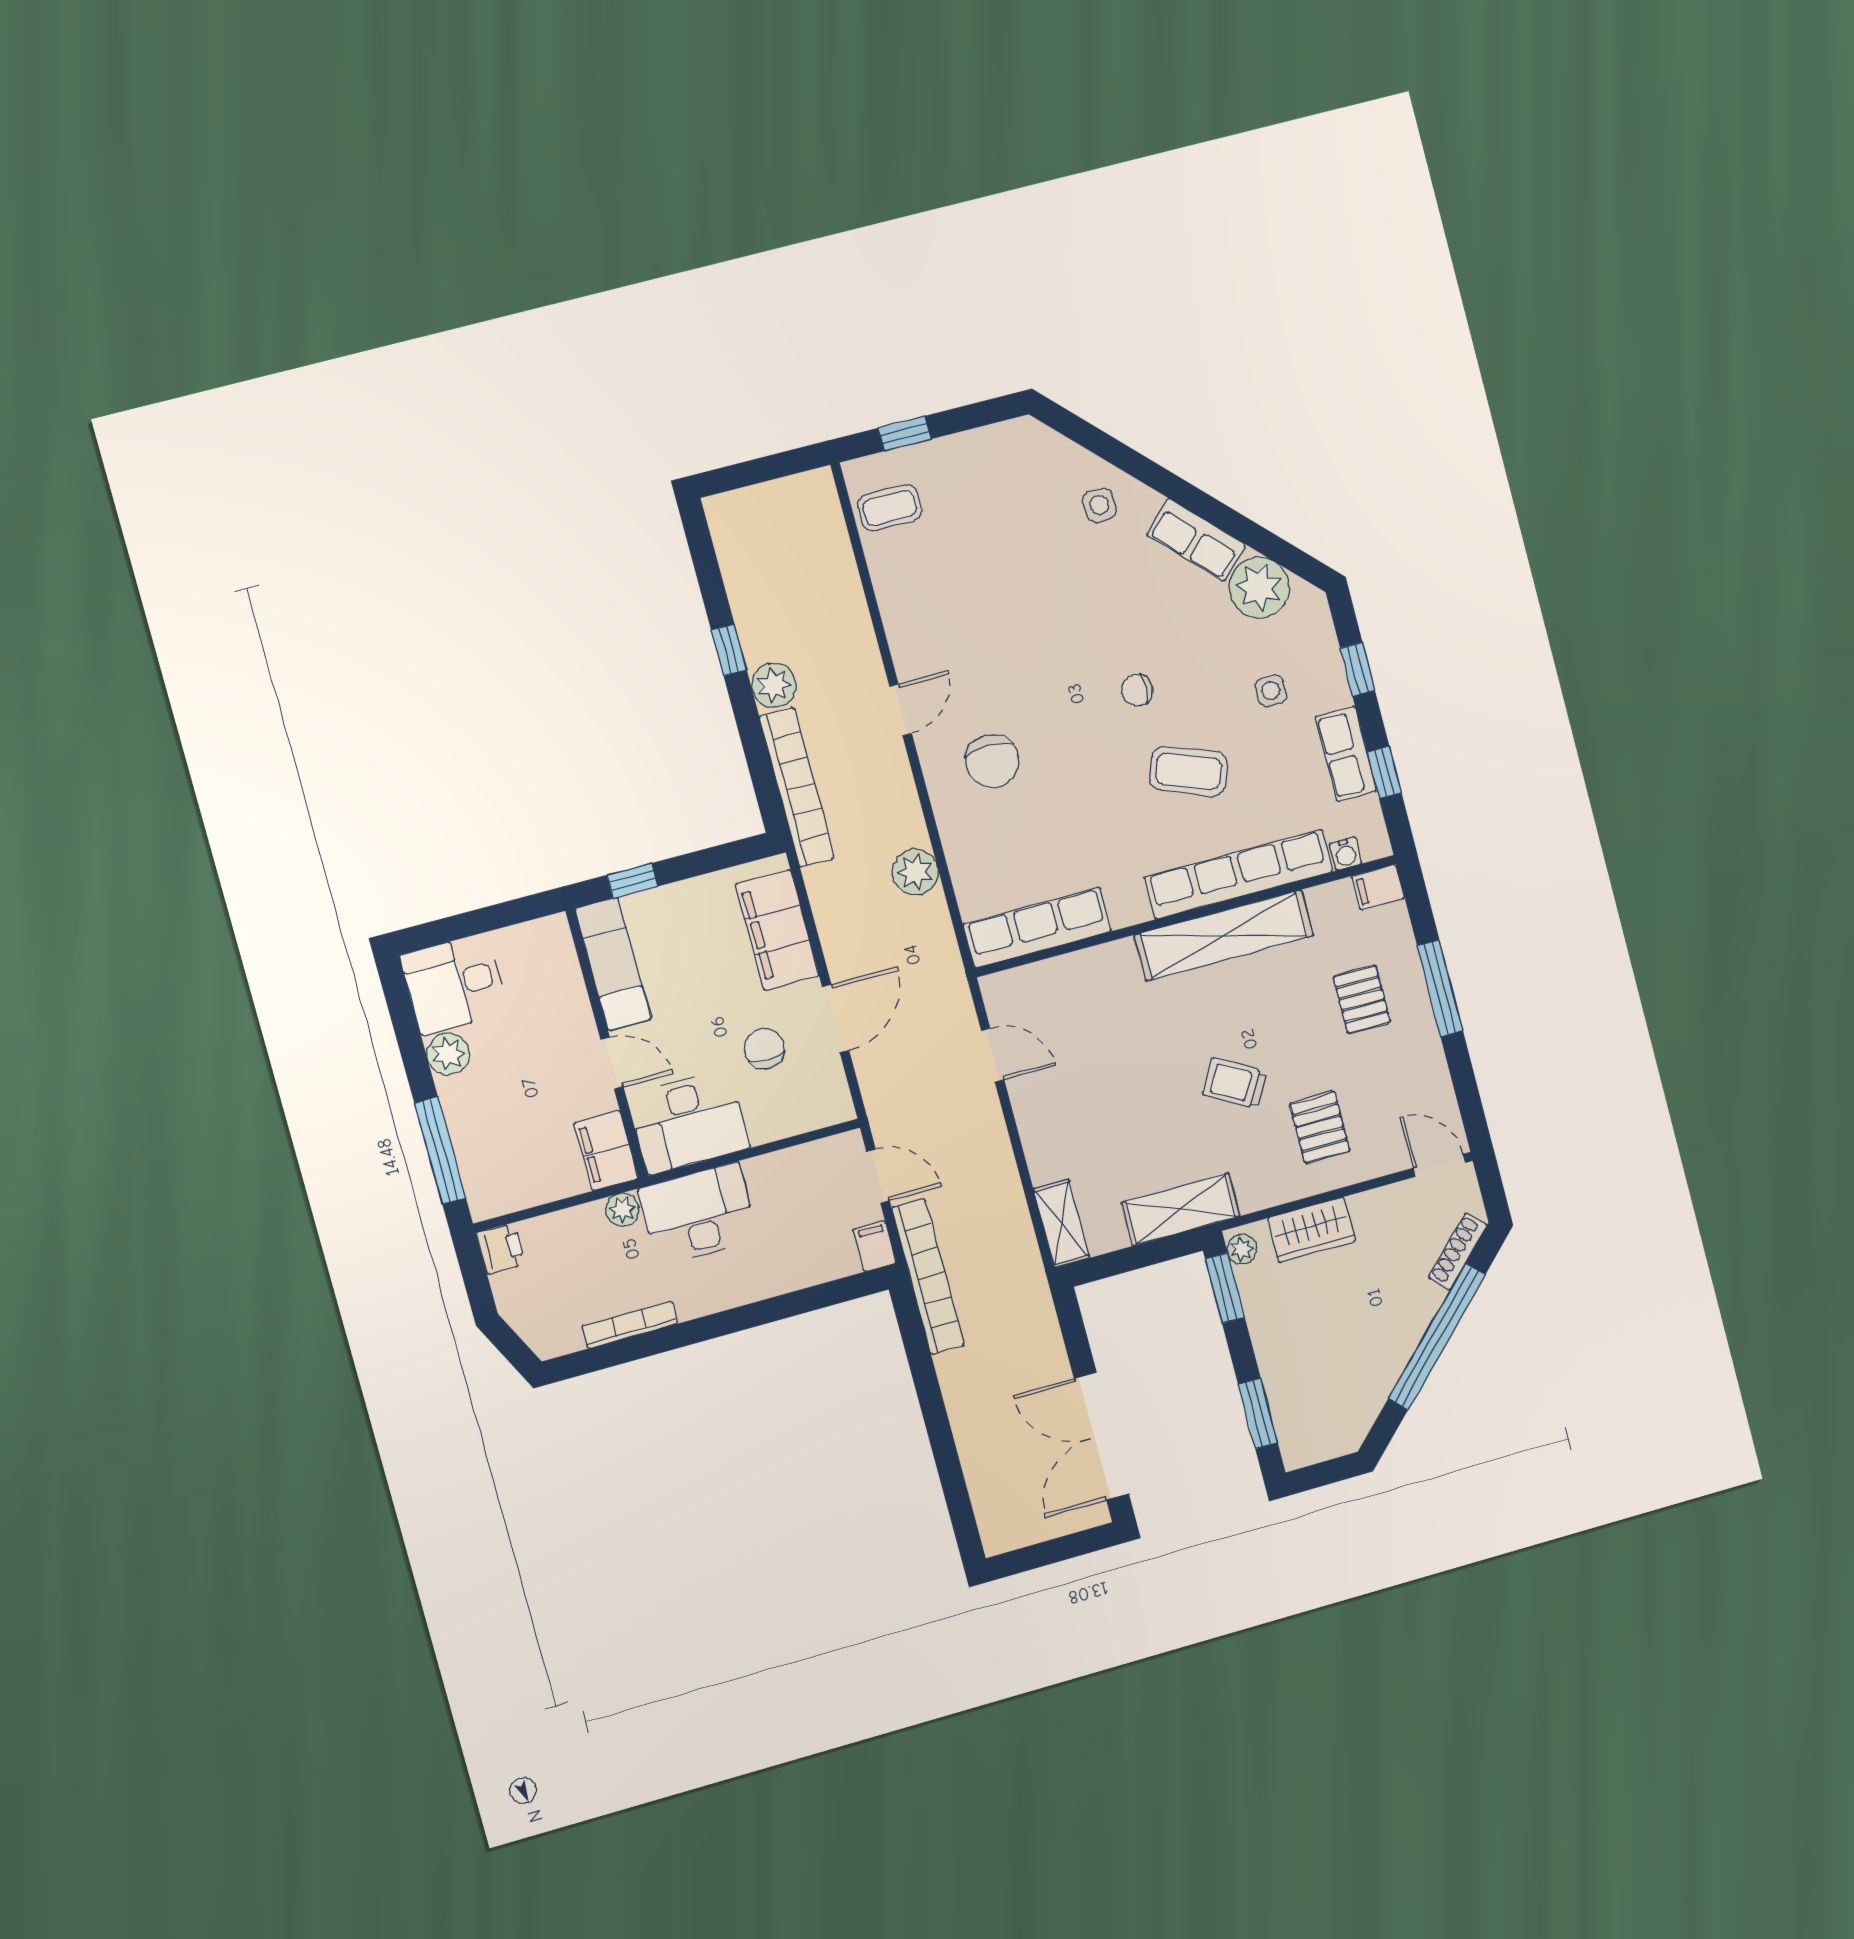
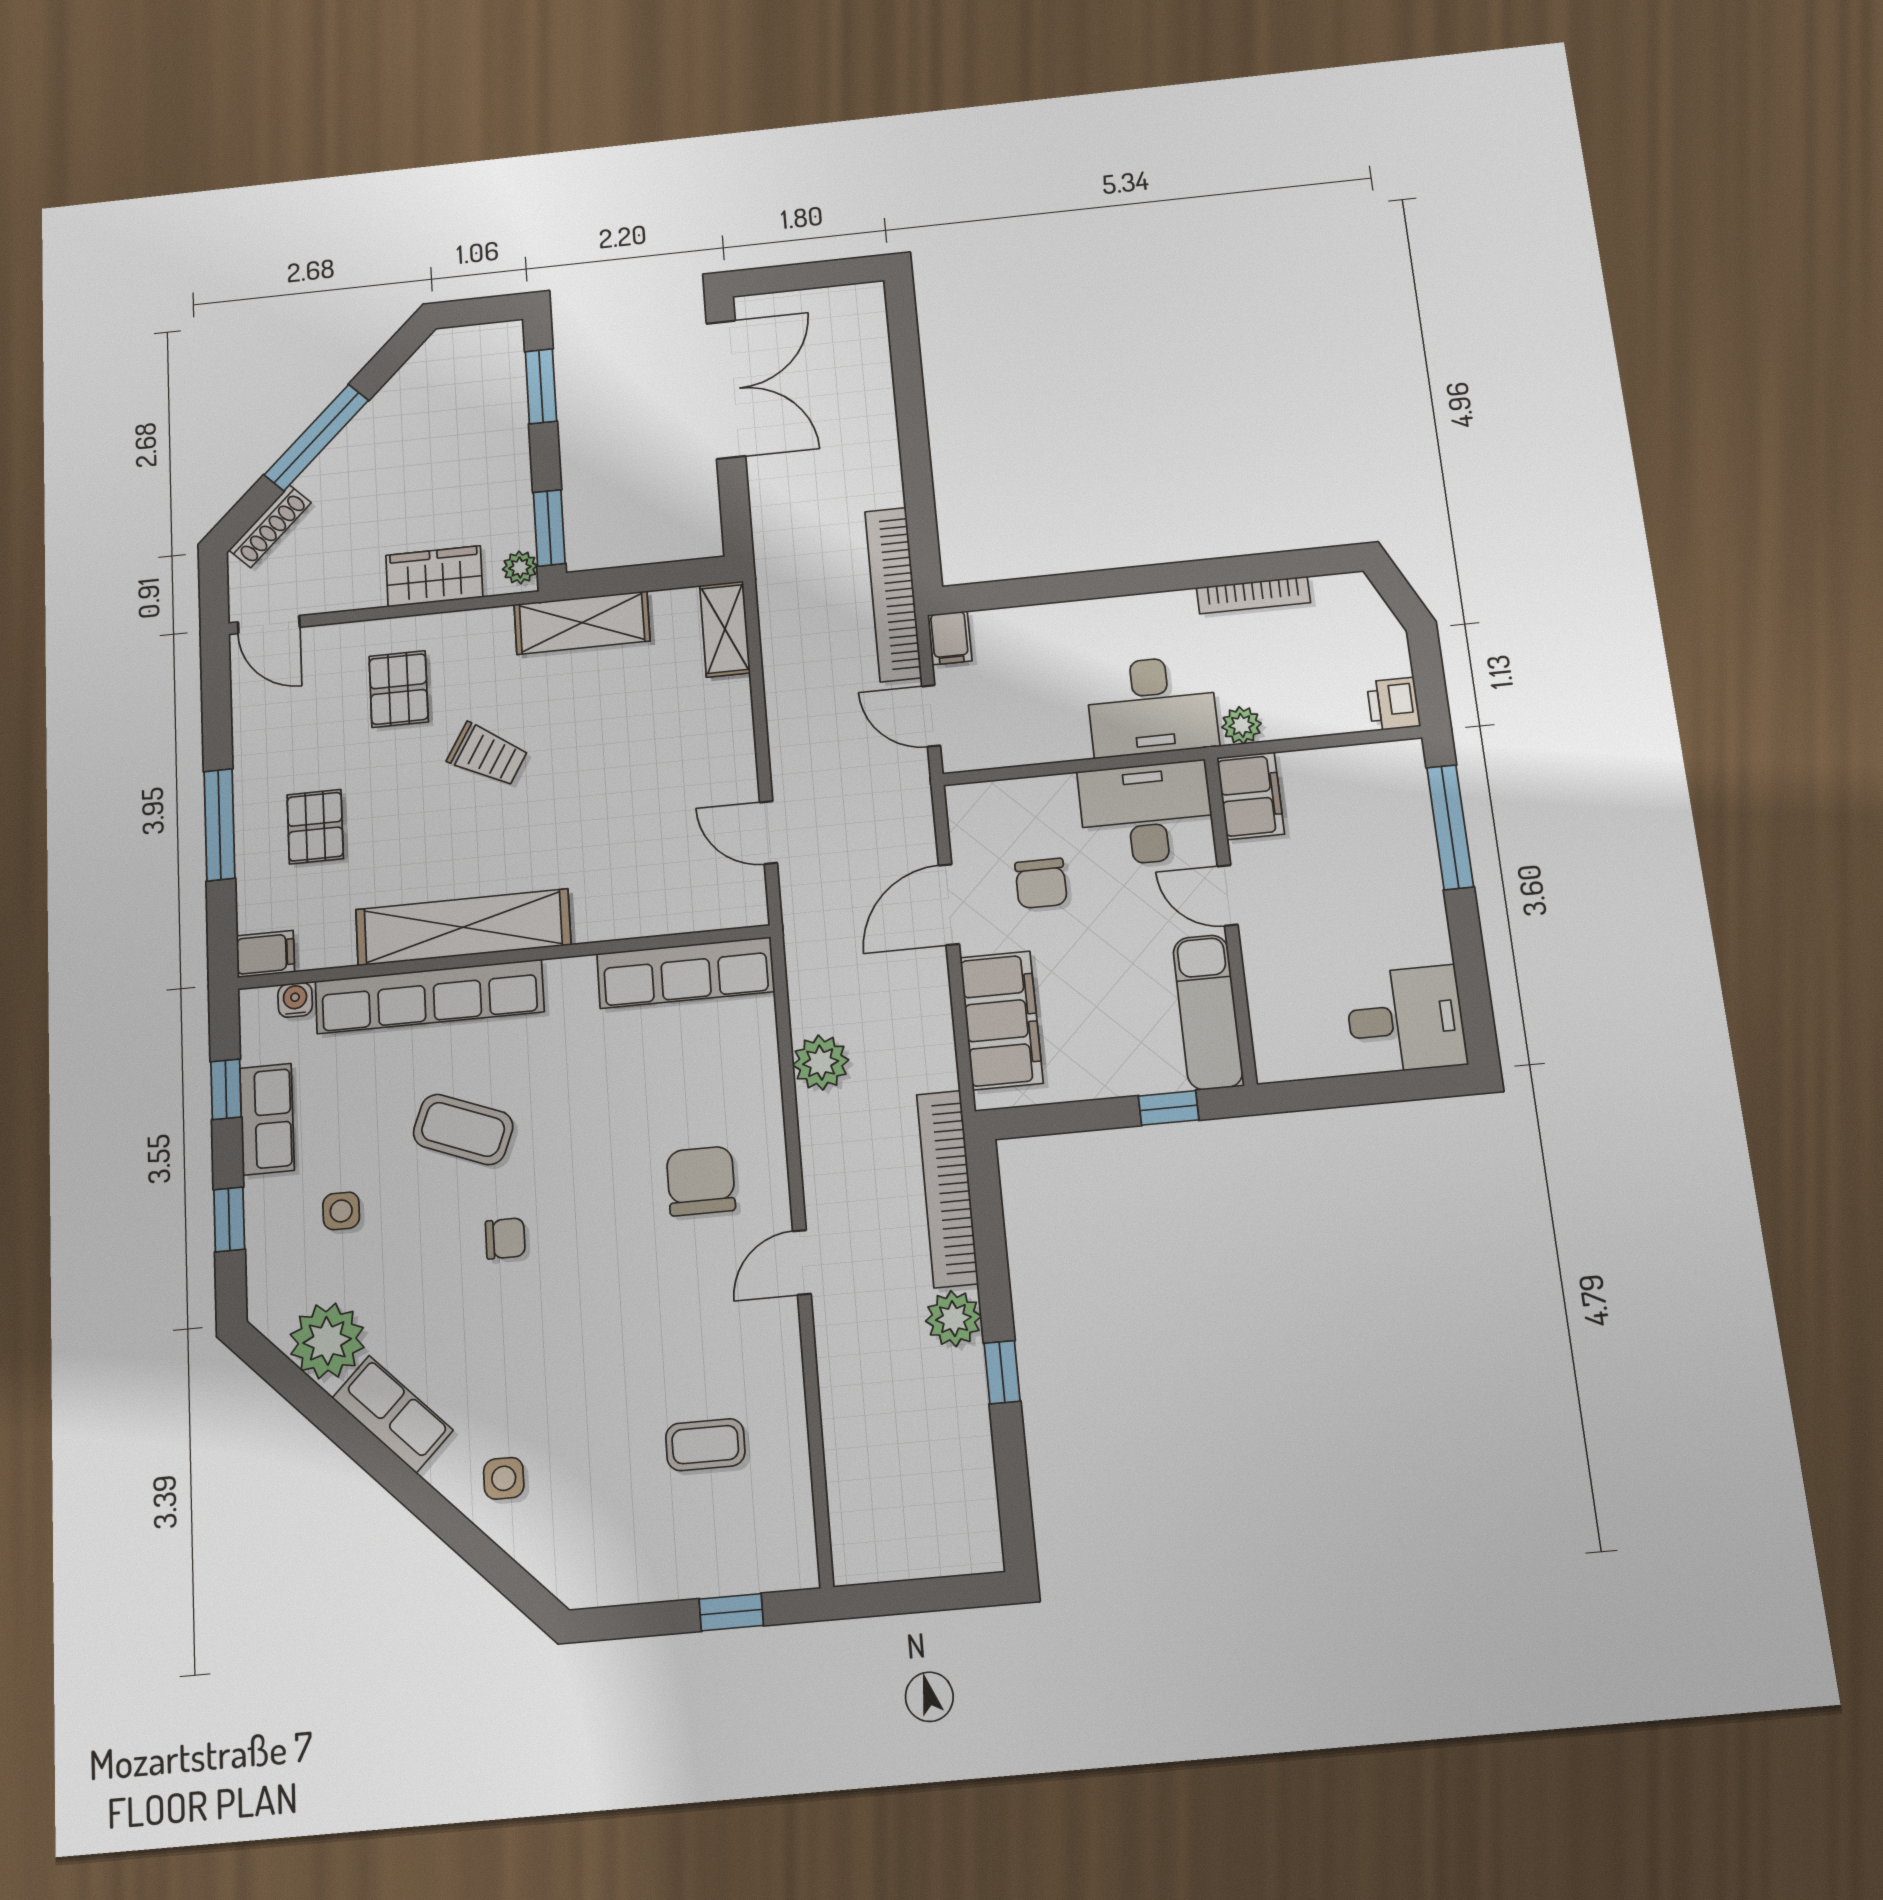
coffee table: (890, 508) -> (705, 1445), moved
plant: (448, 1054) -> (1425, 938), removed
window: (1437, 1336) -> (316, 438), width x0.68

